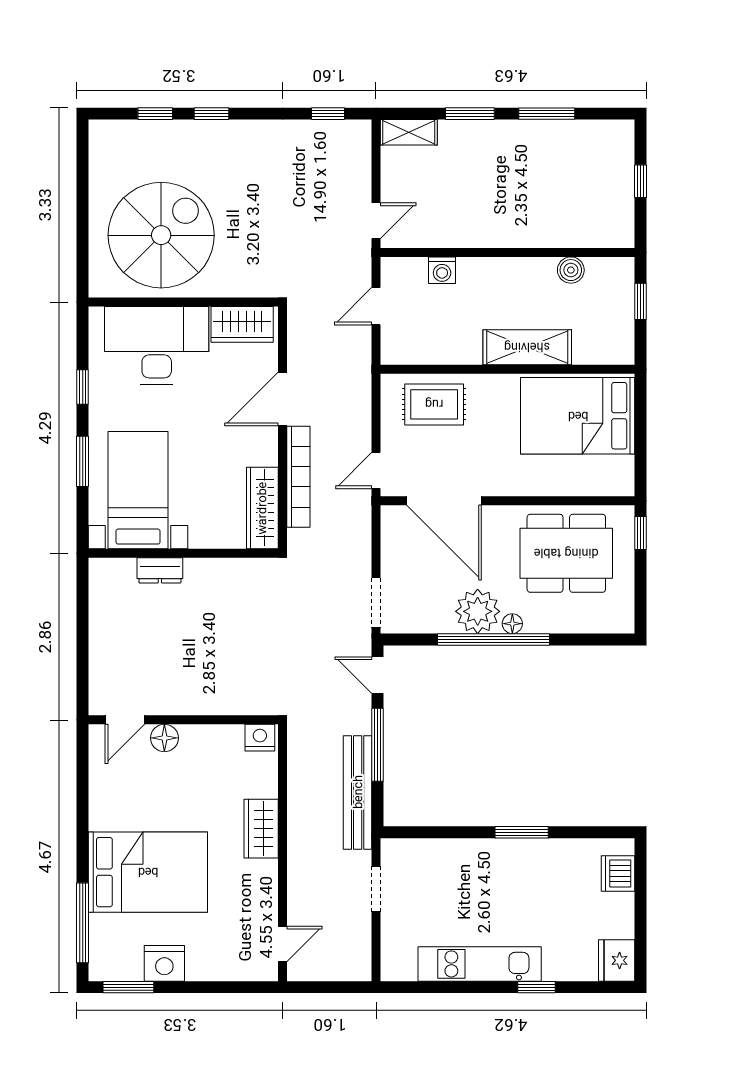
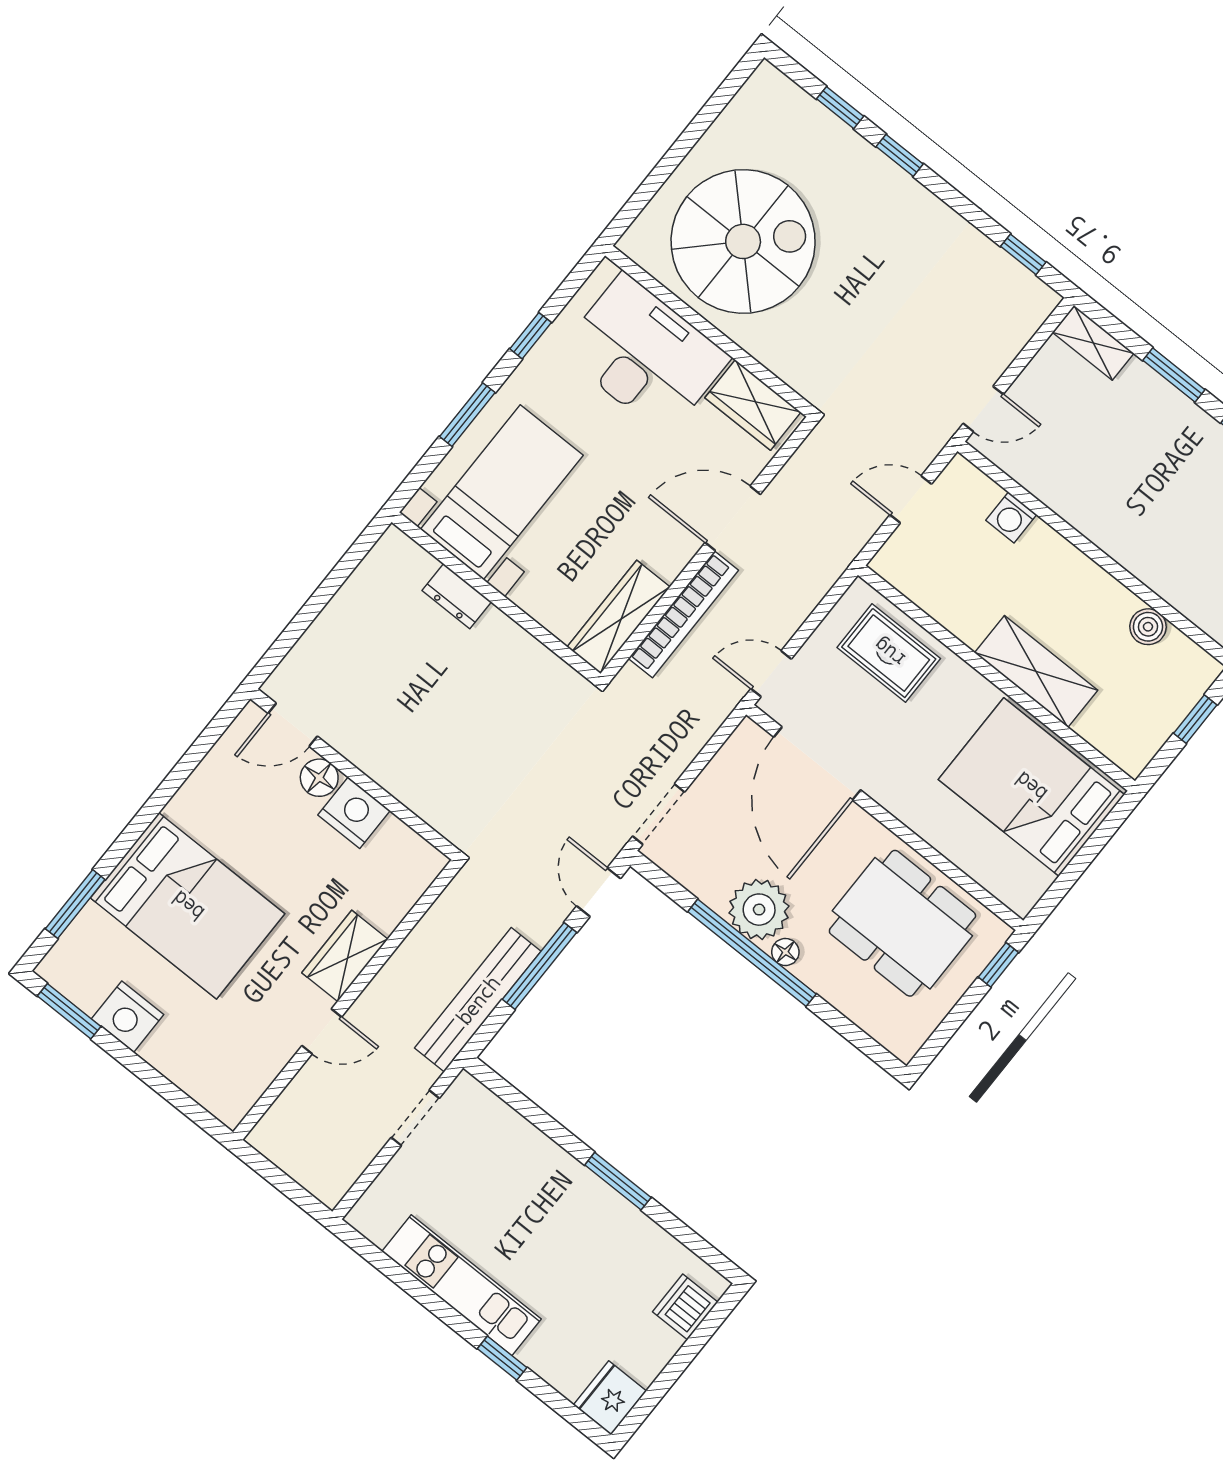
nightstand: (260, 738) -> (354, 813), moved, width x1.36, depth x1.33
window: (83, 923) -> (75, 904), width x0.69
door: (283, 944) -> (322, 1031), moved

